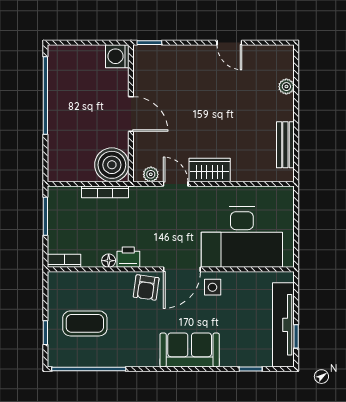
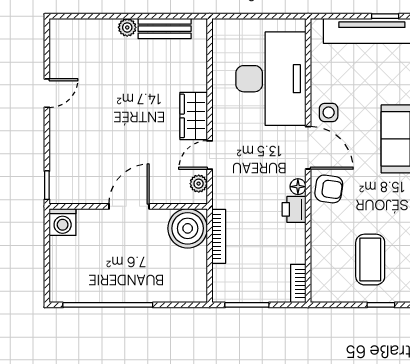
plant: (286, 87) -> (127, 27), moved
floor lamp: (109, 261) -> (298, 187), moved

